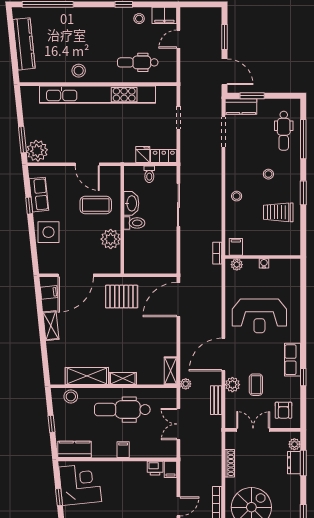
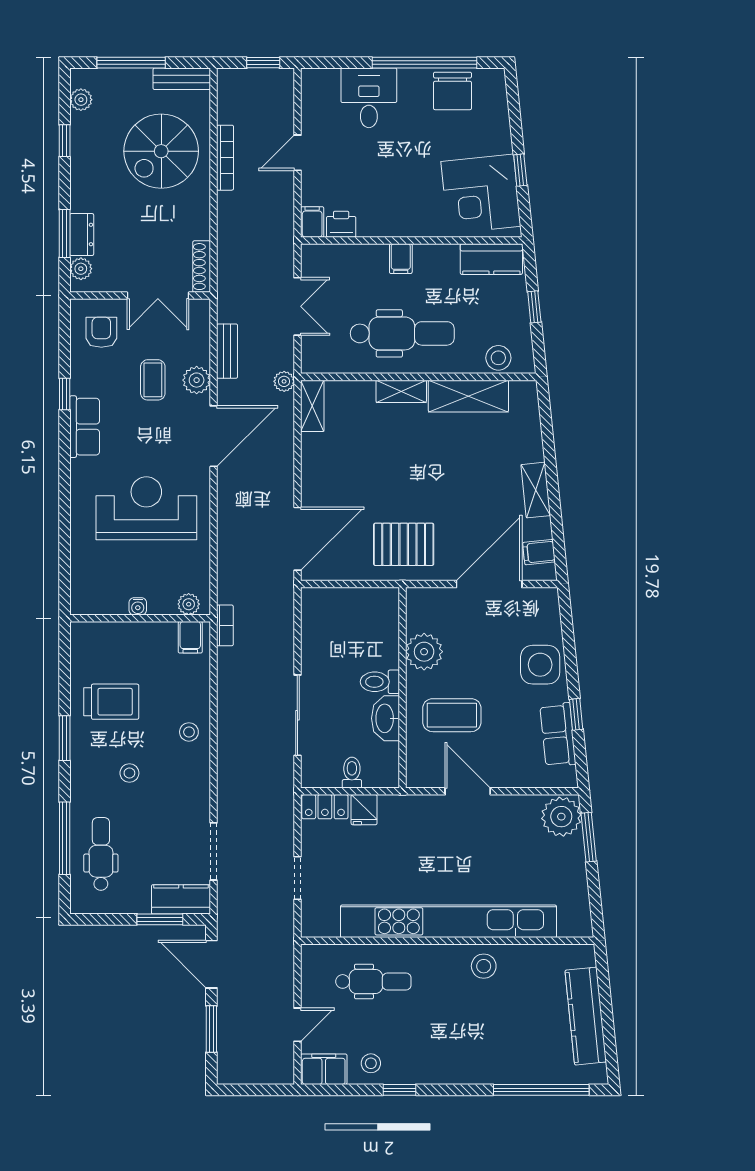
shoe rack: (230, 463) -> (202, 267), moved

